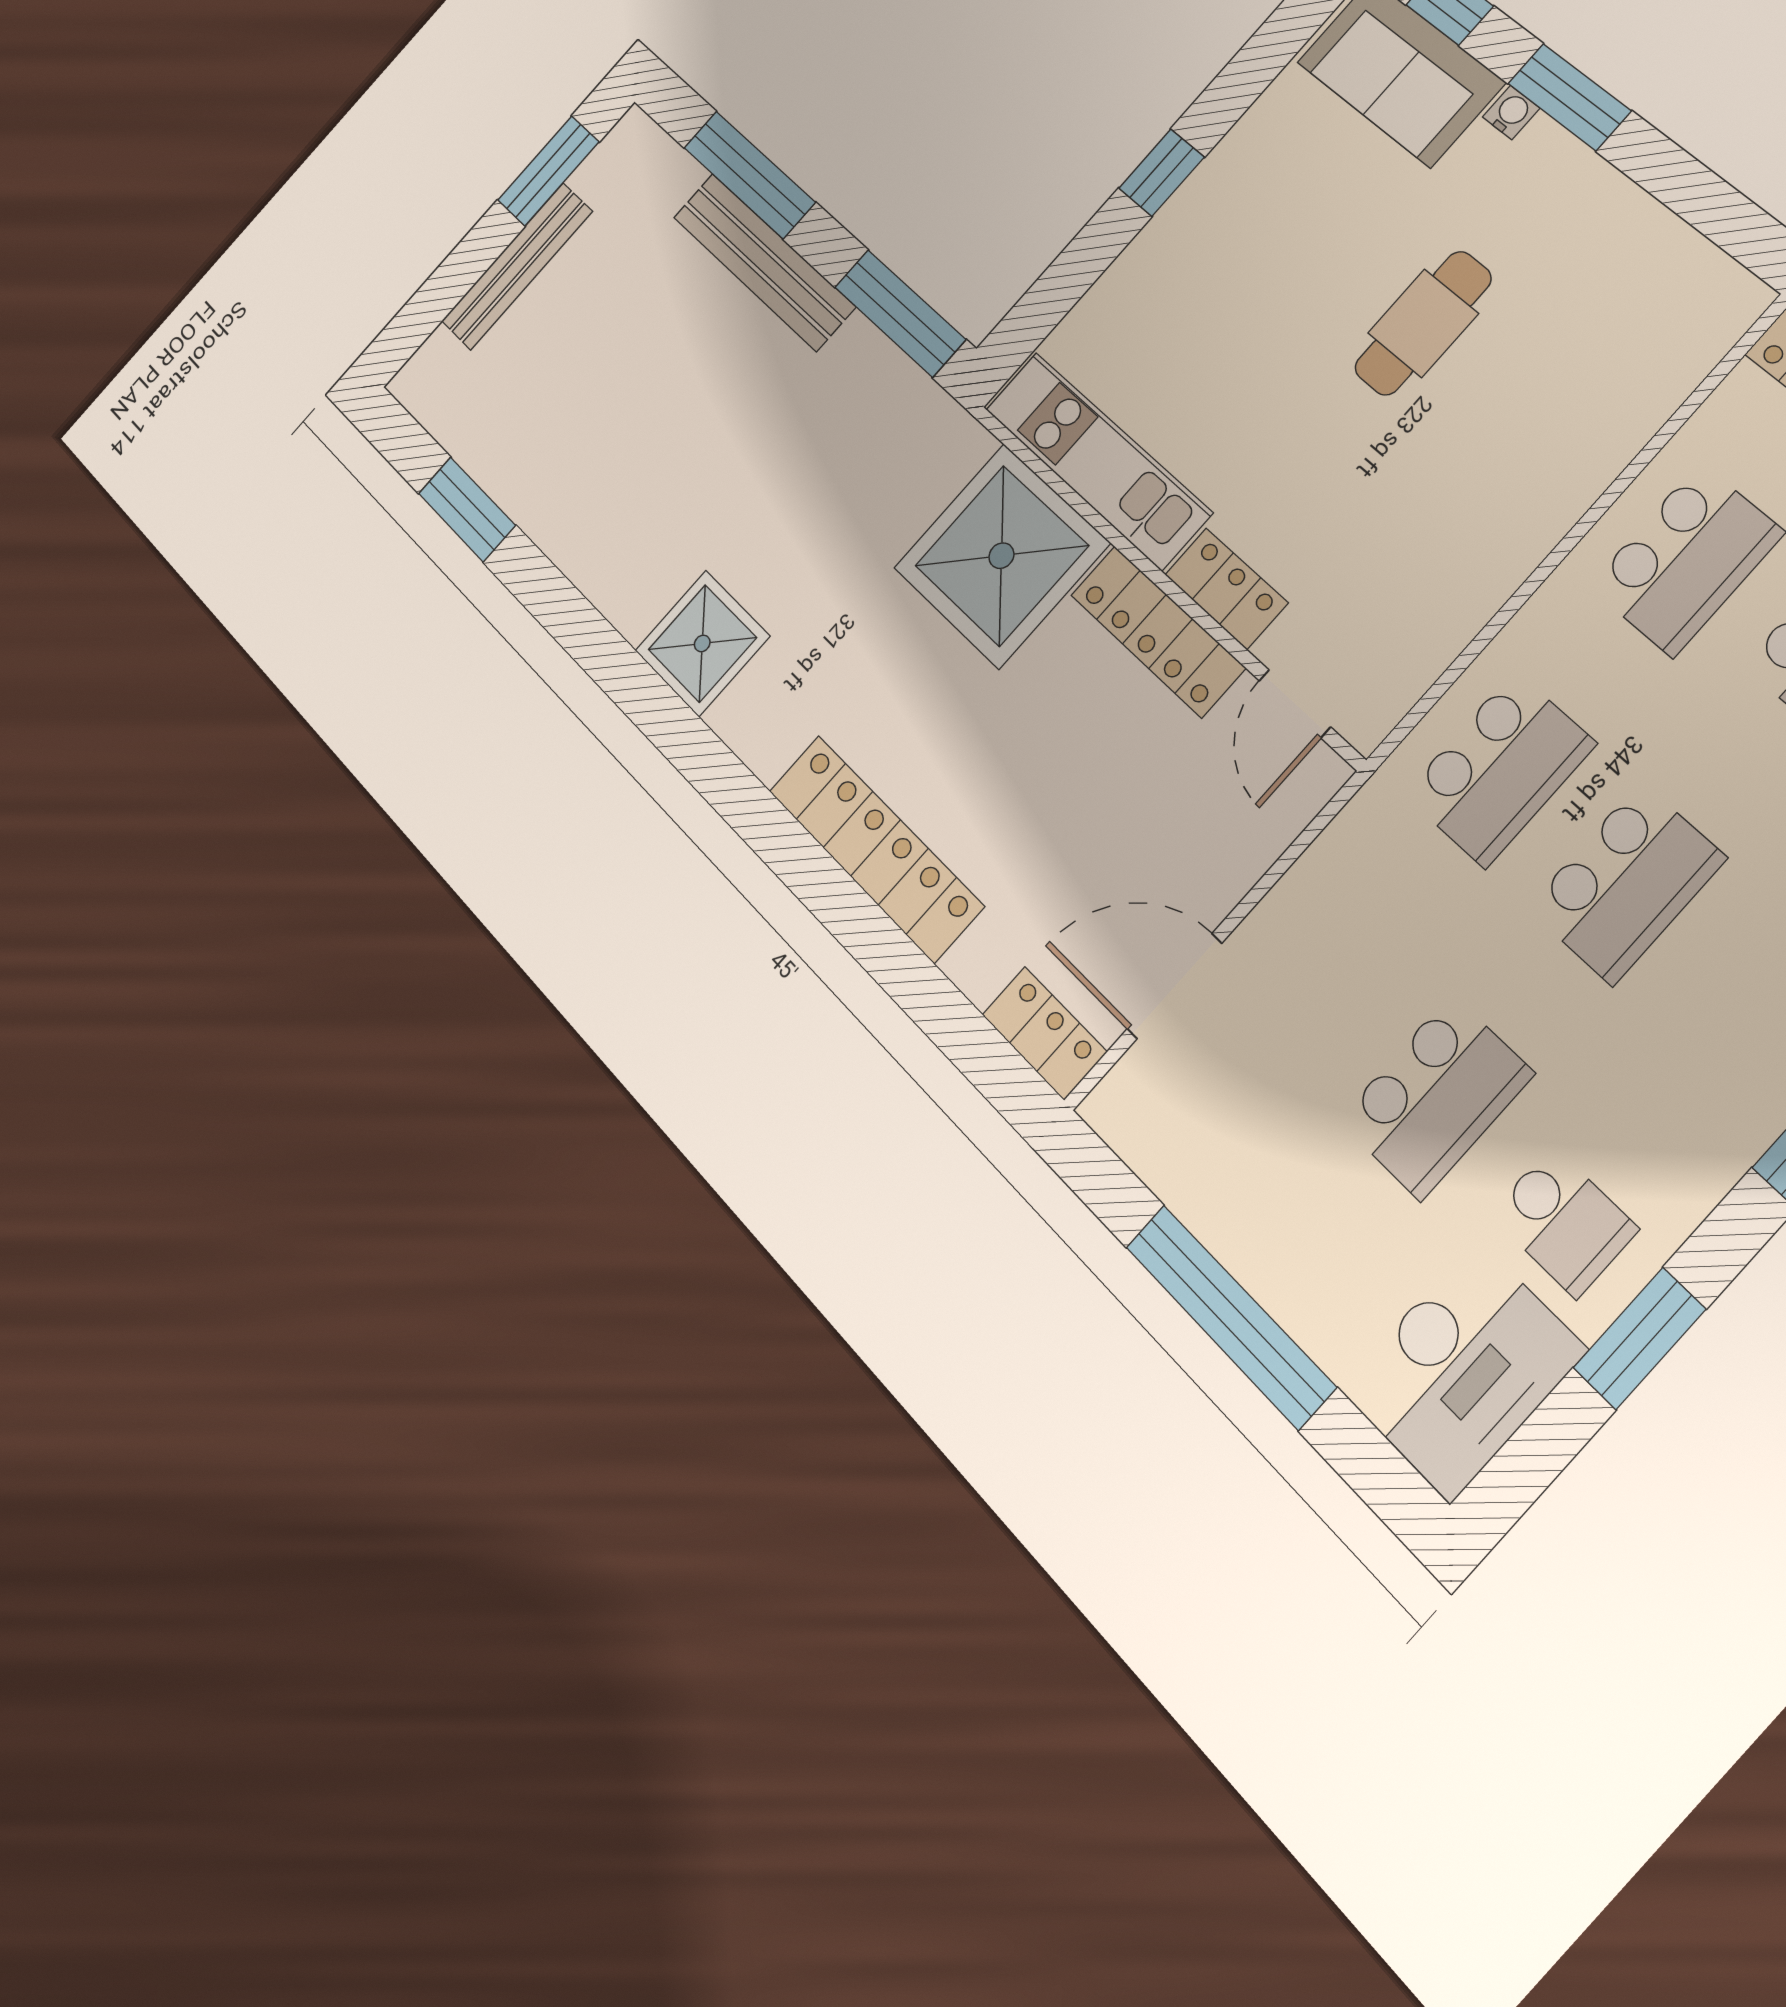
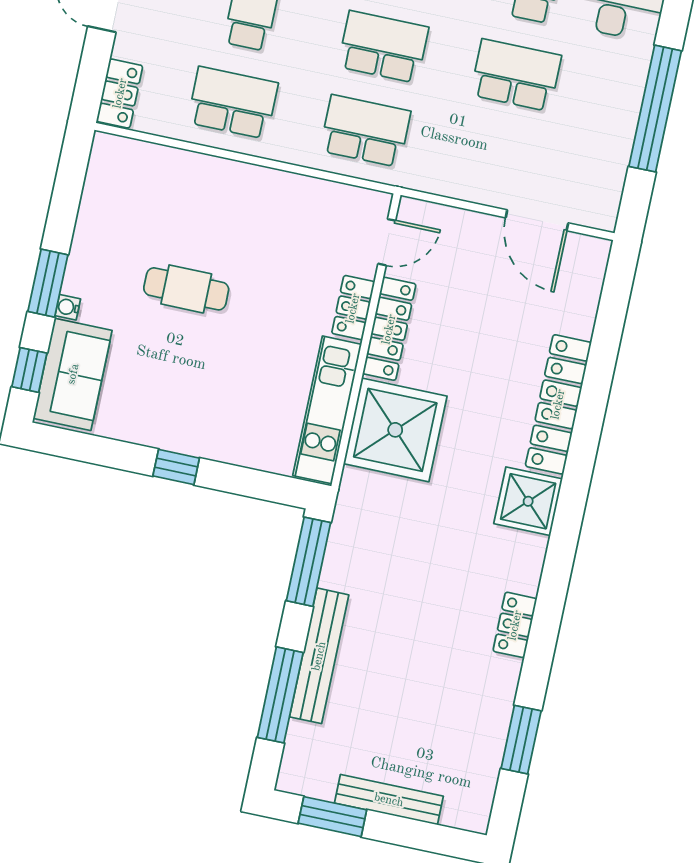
shower: (702, 643) -> (528, 501), moved
locker: (1044, 1033) -> (515, 625), moved

